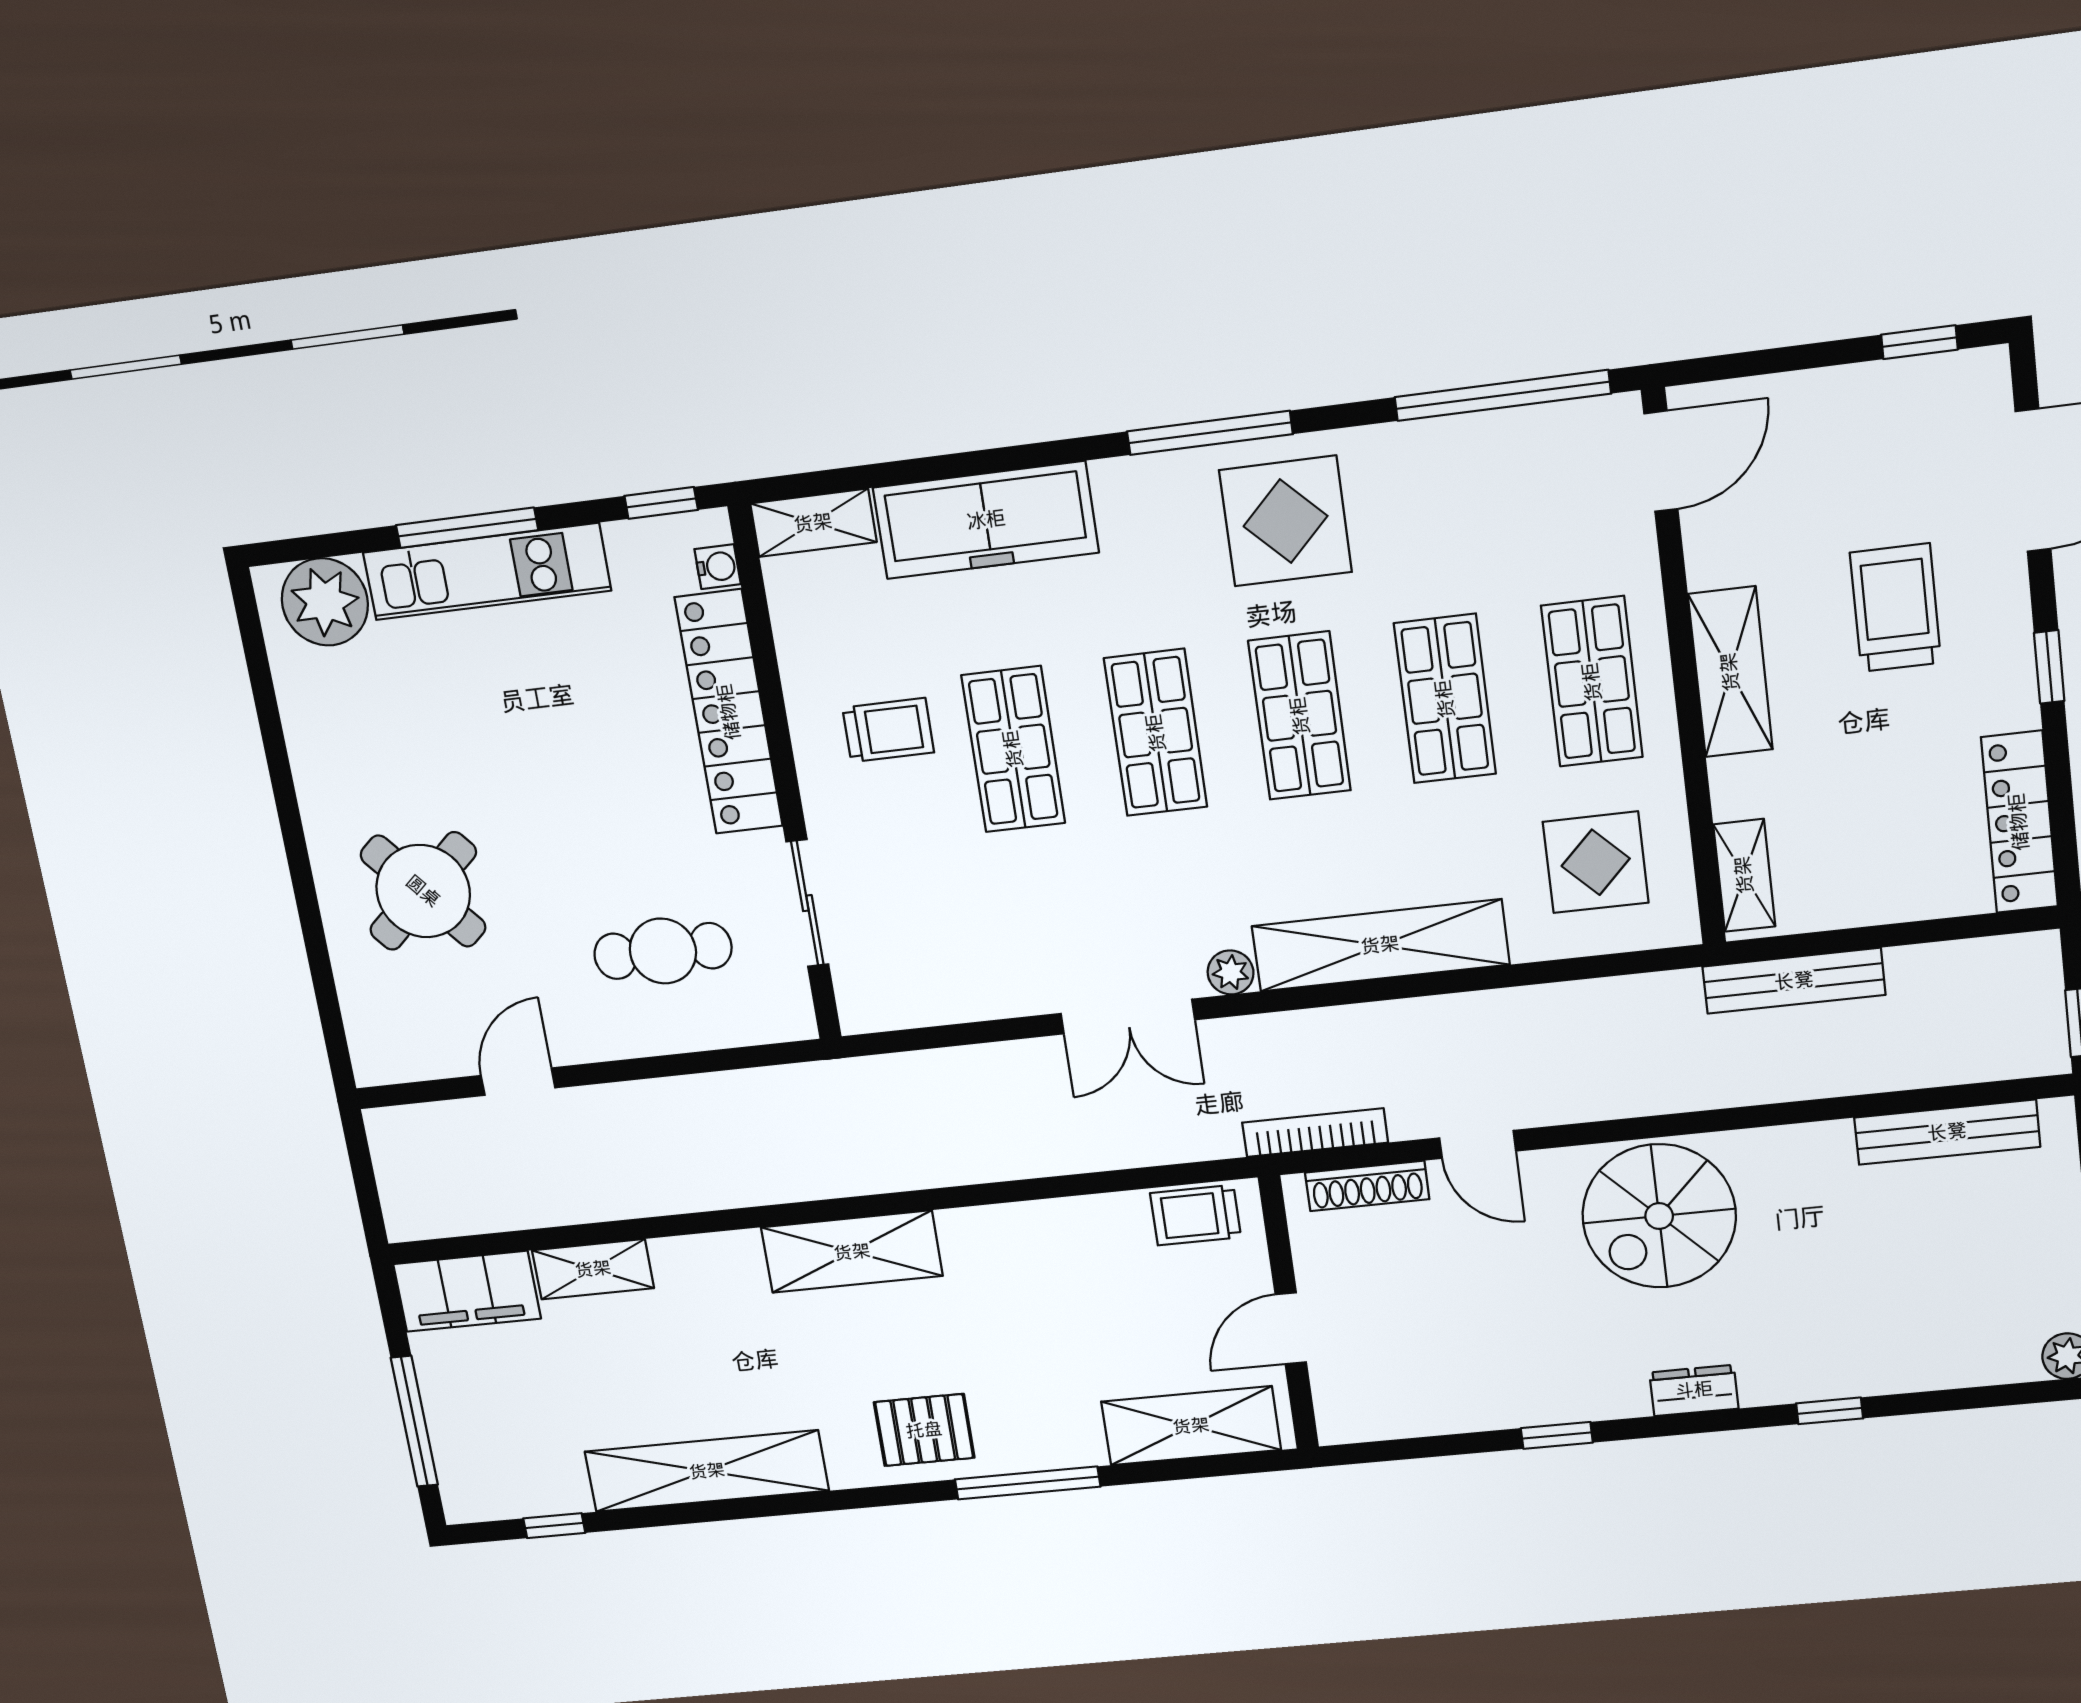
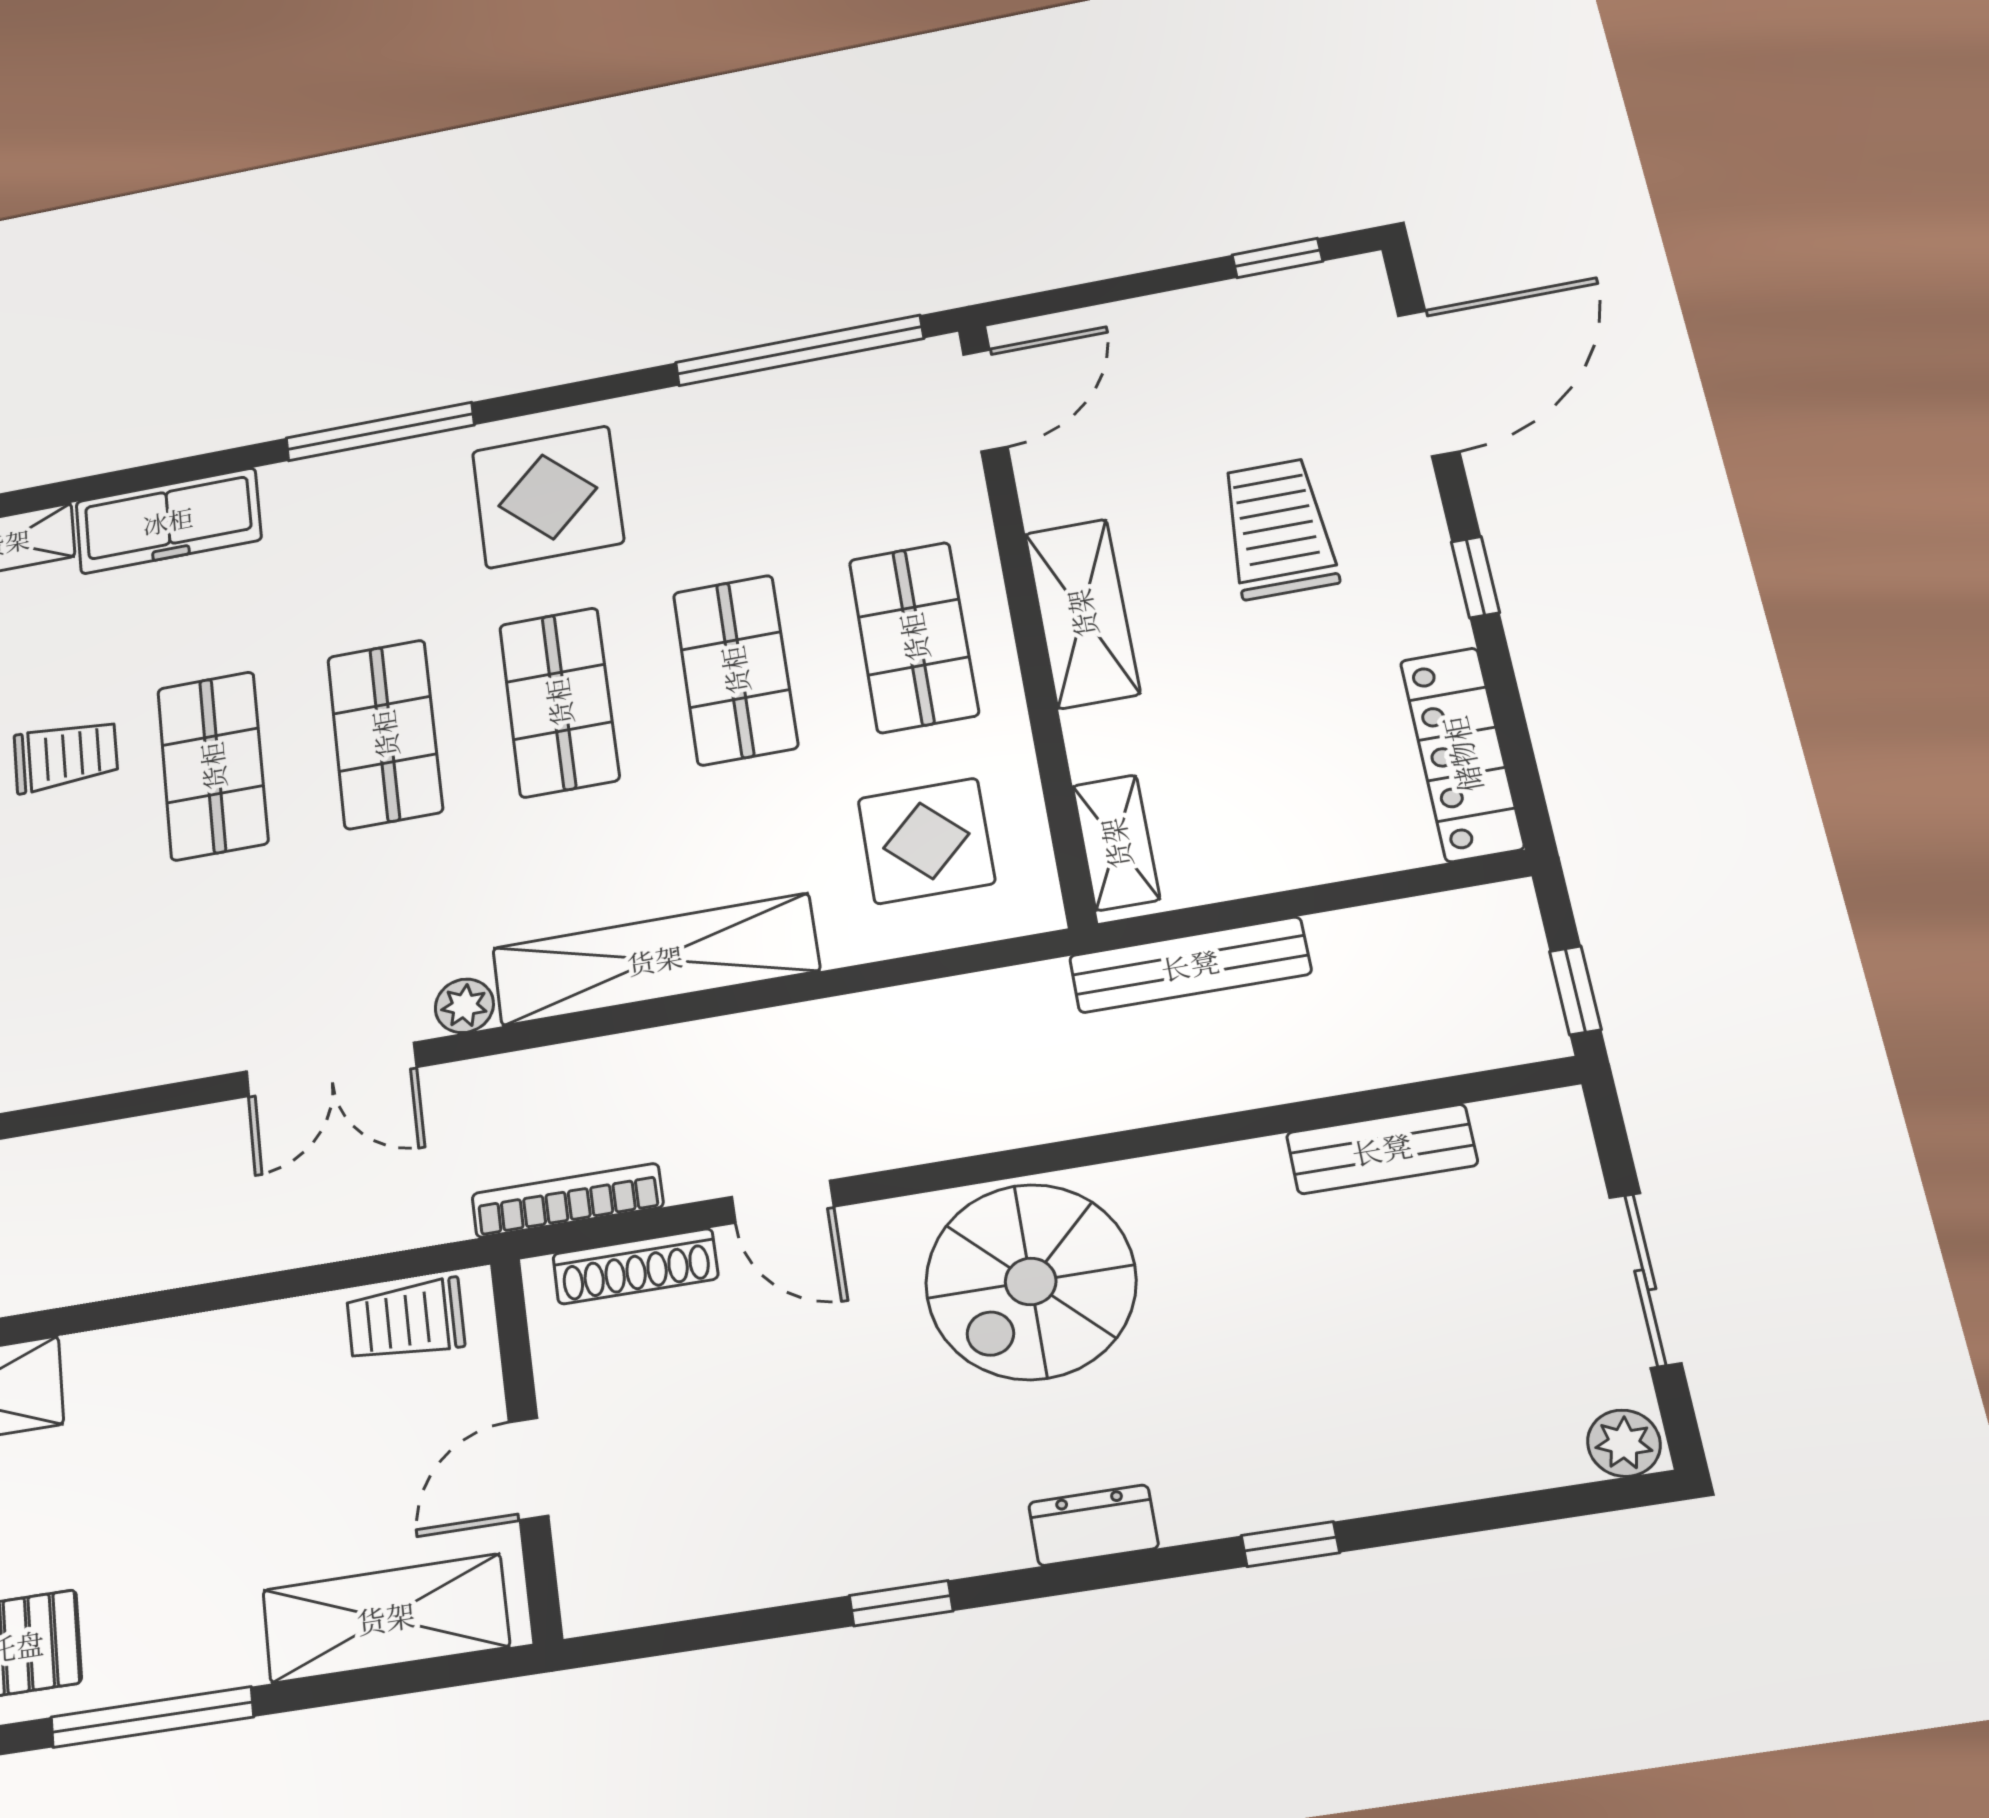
window: (1210, 433) -> (380, 432), moved
freezer: (986, 520) -> (168, 521), width x0.73, depth x0.79
bench: (1947, 1132) -> (1382, 1149), width x0.73

